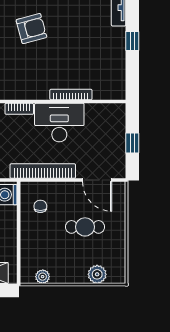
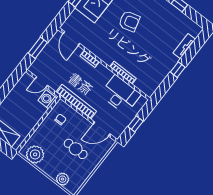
desk: (59, 123) -> (120, 95), moved
door: (97, 180) -> (102, 129), hinge flipped
plant: (43, 277) -> (35, 154), width x1.88, depth x1.88

